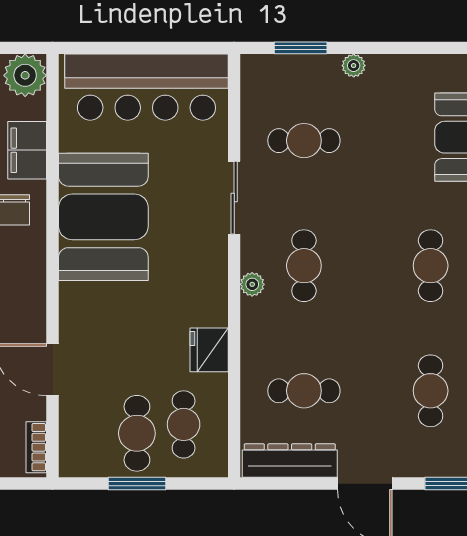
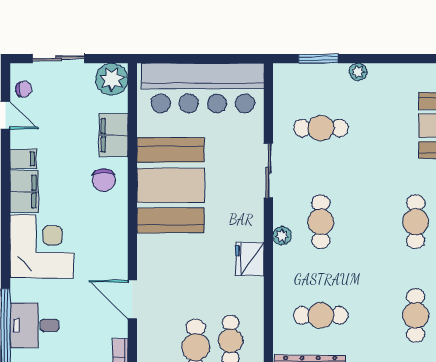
fridge: (209, 350) -> (250, 259), moved

